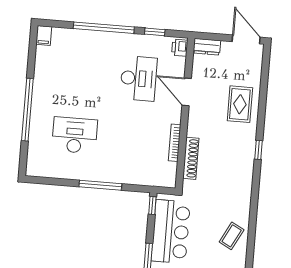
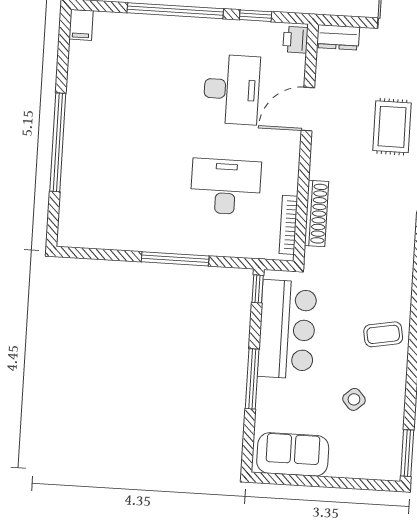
door: (187, 92) -> (308, 109), hinge flipped
desk: (75, 135) -> (226, 187), moved
bookcase: (175, 143) -> (288, 225), moved
coffee table: (232, 236) -> (383, 334), turned 52

